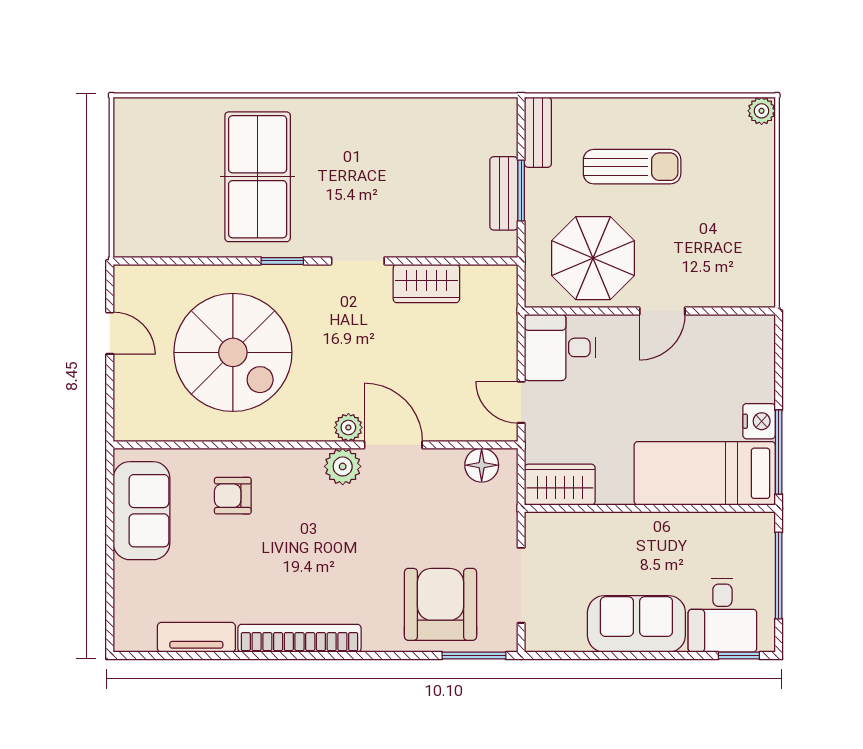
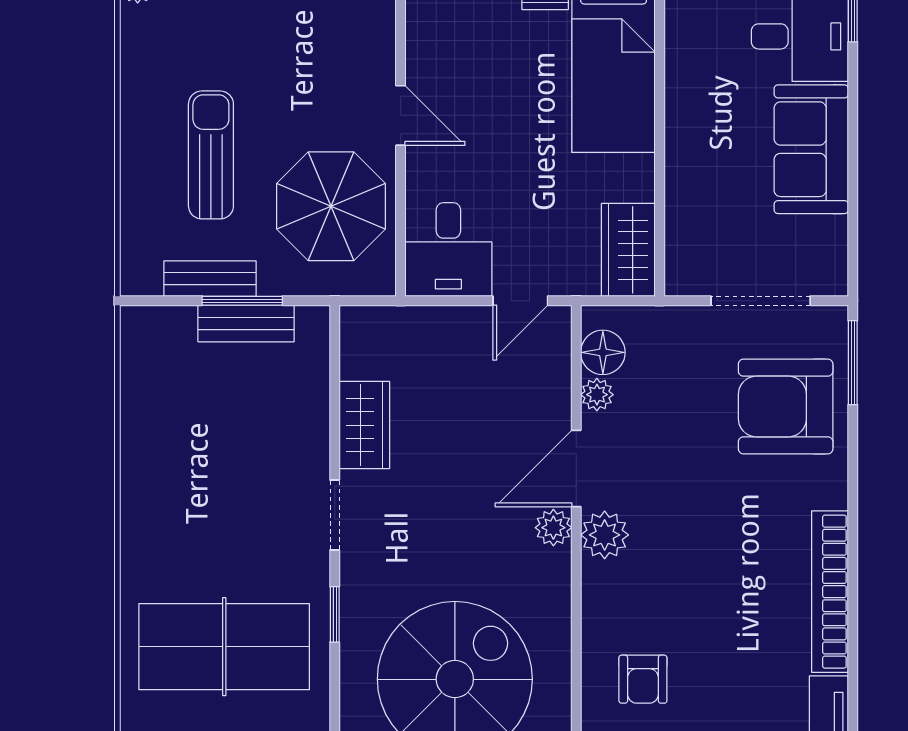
bench: (538, 132) -> (210, 279), moved
plant: (450, 461) -> (597, 395), added

